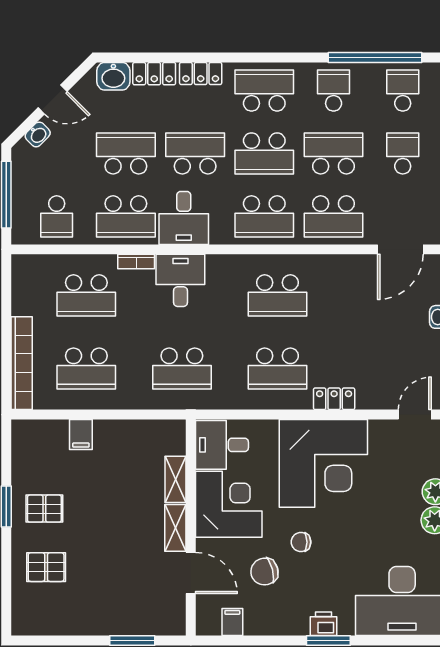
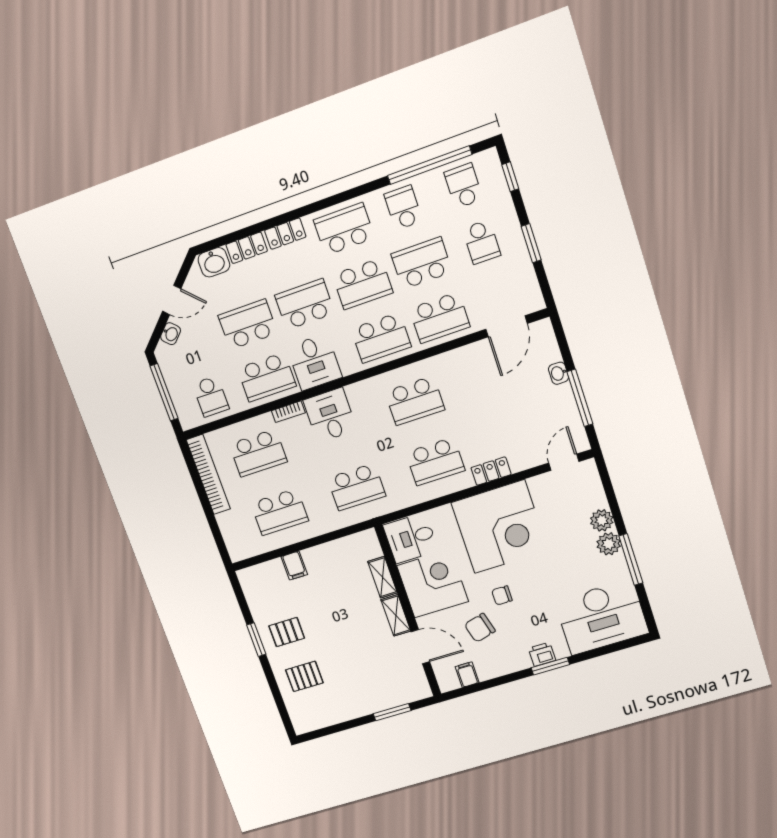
school desk: (403, 153) -> (482, 242), turned 180
bookcase: (22, 363) -> (208, 474), moved

